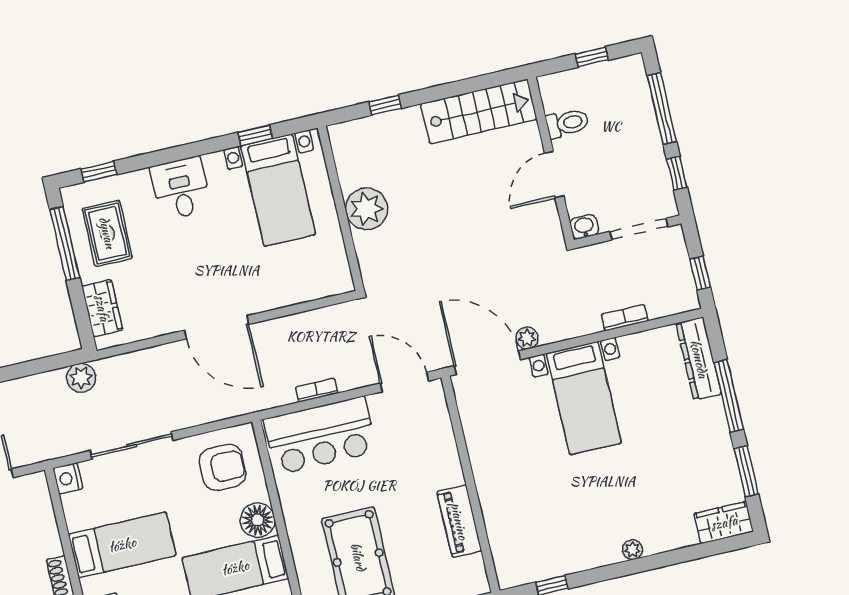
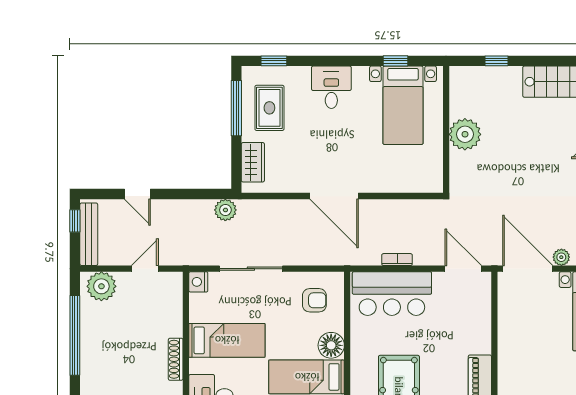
armchair: (223, 467) -> (314, 300), width x0.72, depth x0.72

